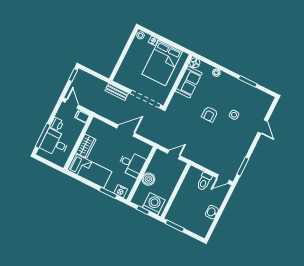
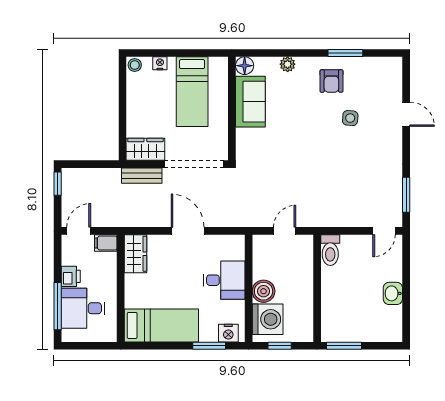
bed: (162, 63) -> (192, 92), width x0.67
wardrobe: (125, 80) -> (145, 149), added
door: (72, 104) -> (79, 231), hinge flipped
armchair: (210, 114) -> (331, 81), moved
door: (126, 131) -> (188, 231), hinge flipped
wardrobe: (86, 146) -> (136, 254), moved
toilet: (204, 181) -> (330, 250), moved
washing machine: (154, 204) -> (268, 319), moved, turned 90

